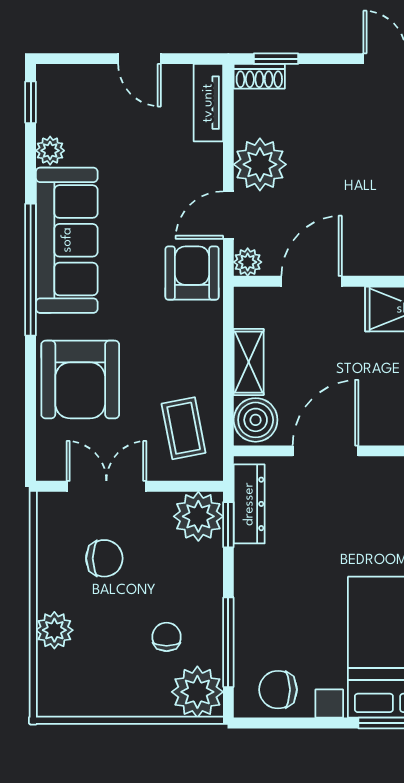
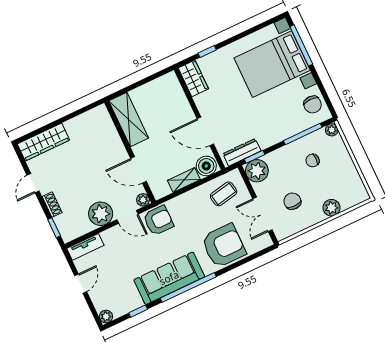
shoe rack: (259, 76) -> (52, 205), moved
window: (31, 102) -> (138, 311), moved
plant: (50, 151) -> (106, 317), moved
armchair: (192, 273) -> (158, 220), turned 180
plant: (197, 692) -> (332, 130), width x0.53, depth x0.53

